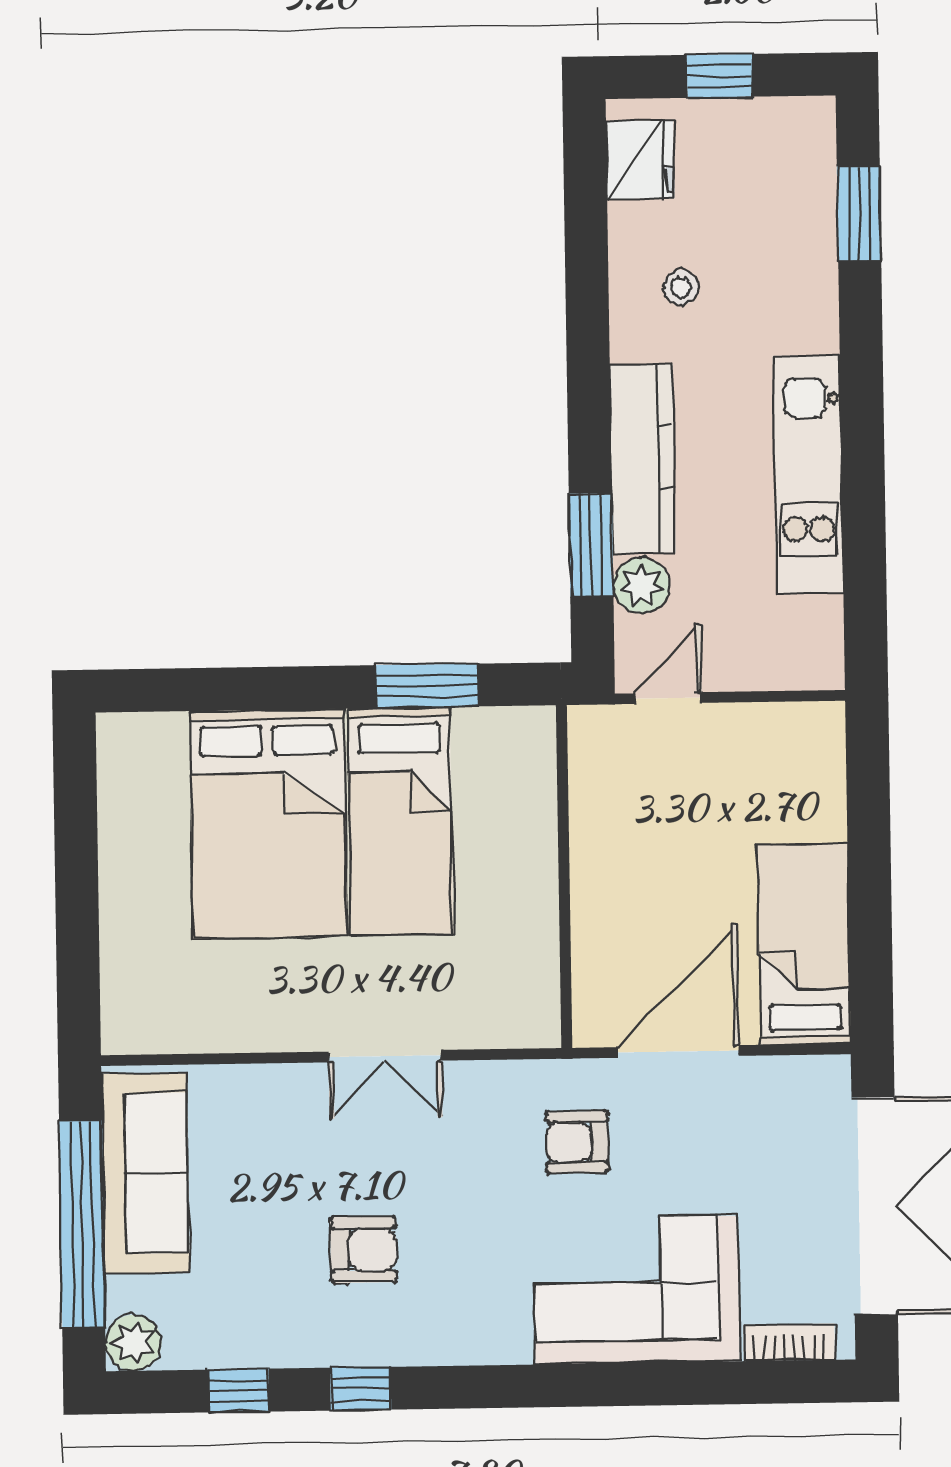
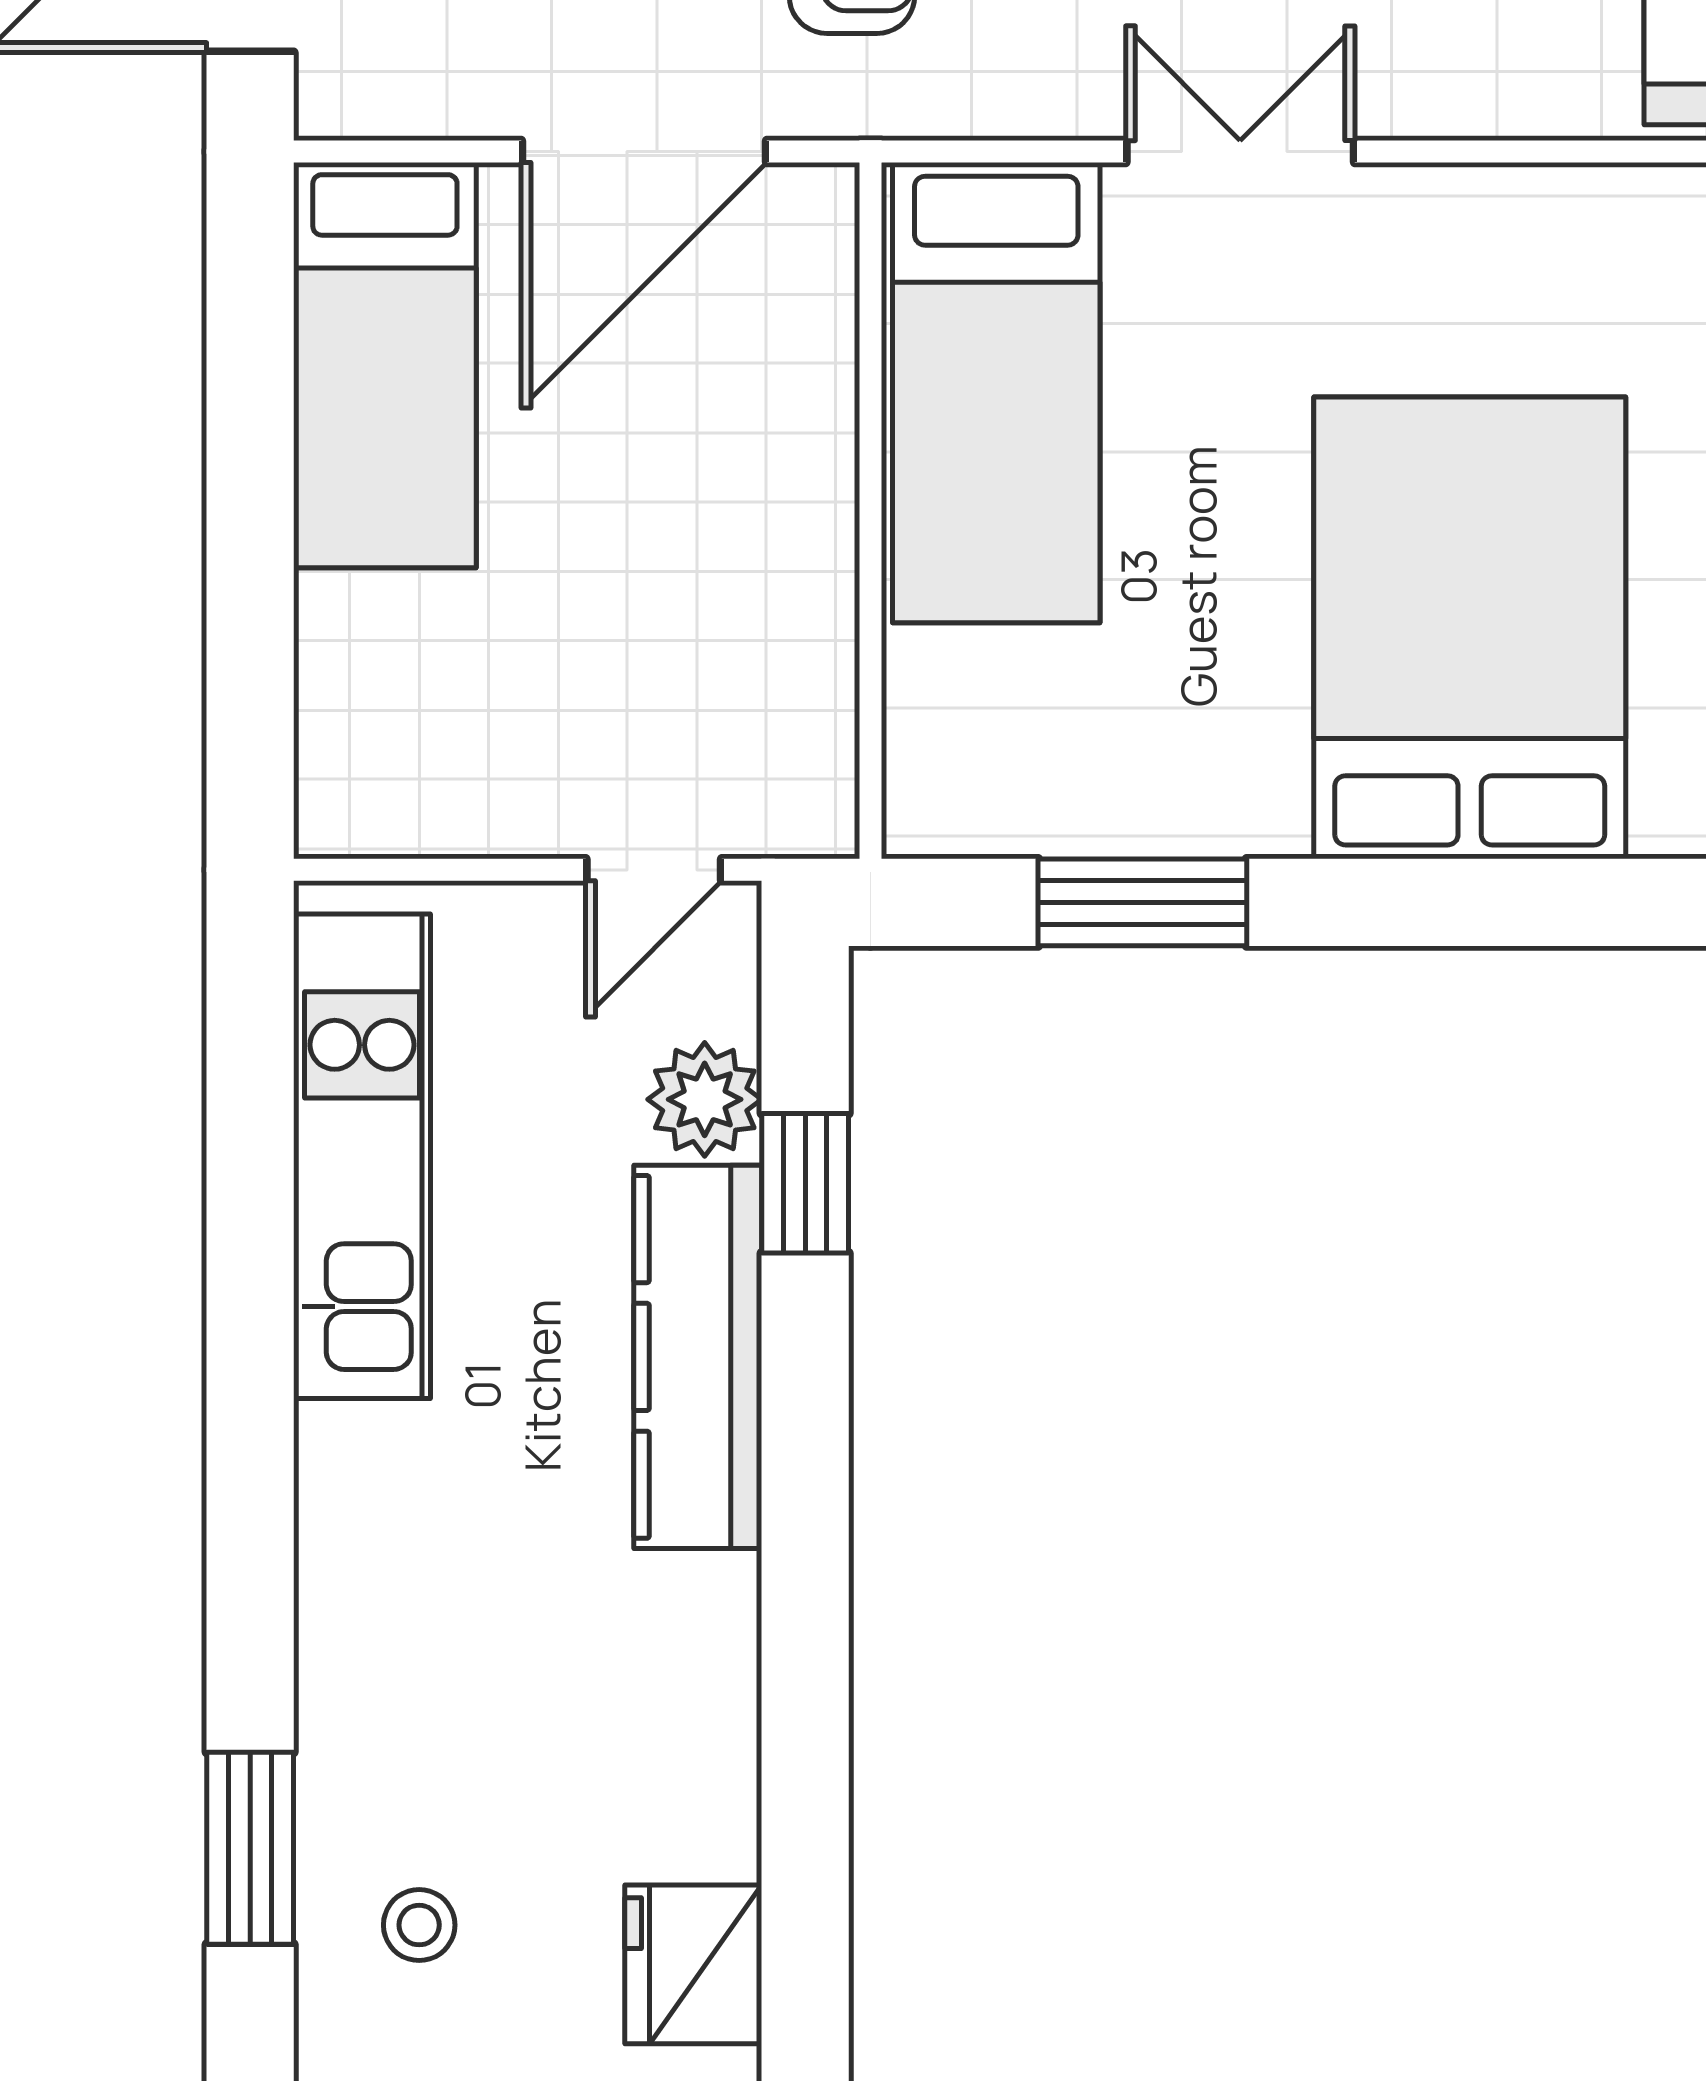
stool: (681, 287) -> (419, 1925), moved
kitchen unit: (808, 475) -> (362, 1156), moved
window: (591, 545) -> (805, 1183), width x0.67
bed: (400, 821) -> (996, 393), moved, turned 180

